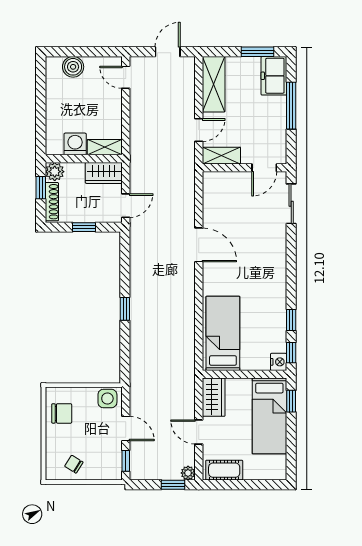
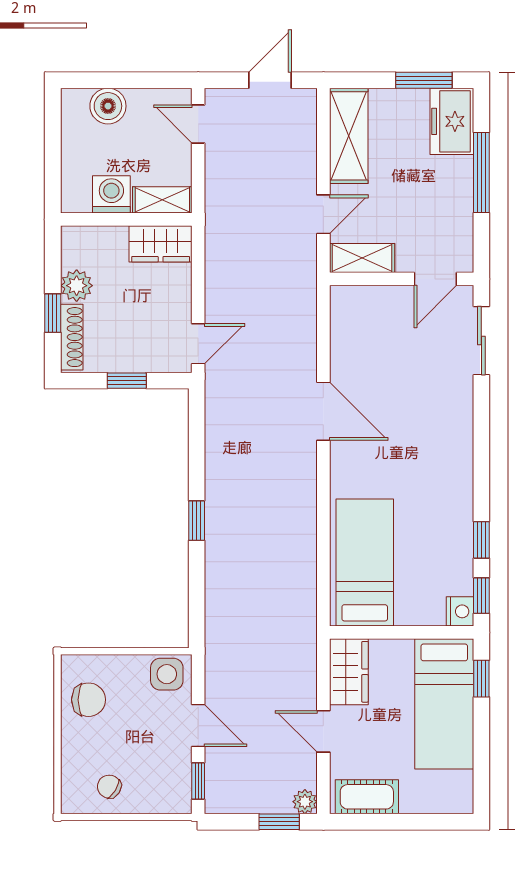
washing machine: (75, 144) -> (111, 194), moved
shelving: (105, 147) -> (162, 200), moved
wall: (84, 159) -> (126, 219), moved
wardrobe: (104, 173) -> (161, 244), moved

